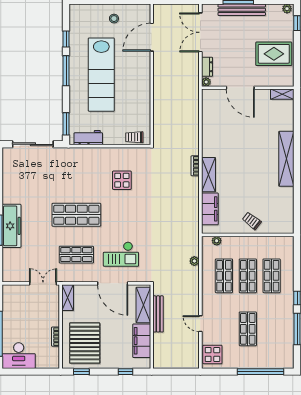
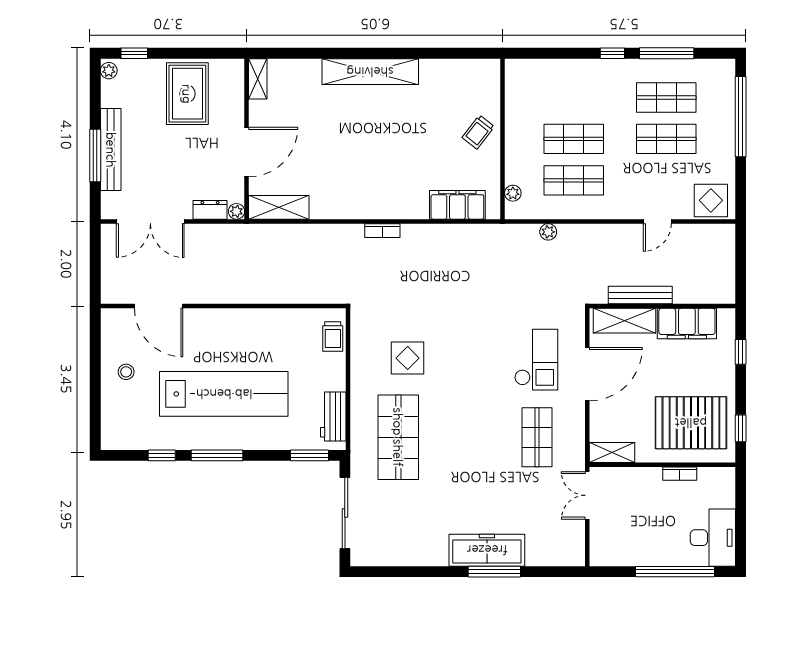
shelving: (208, 175) -> (279, 207), moved
shop shelf: (76, 215) -> (398, 437), moved
shop shelf: (272, 276) -> (666, 97), moved

